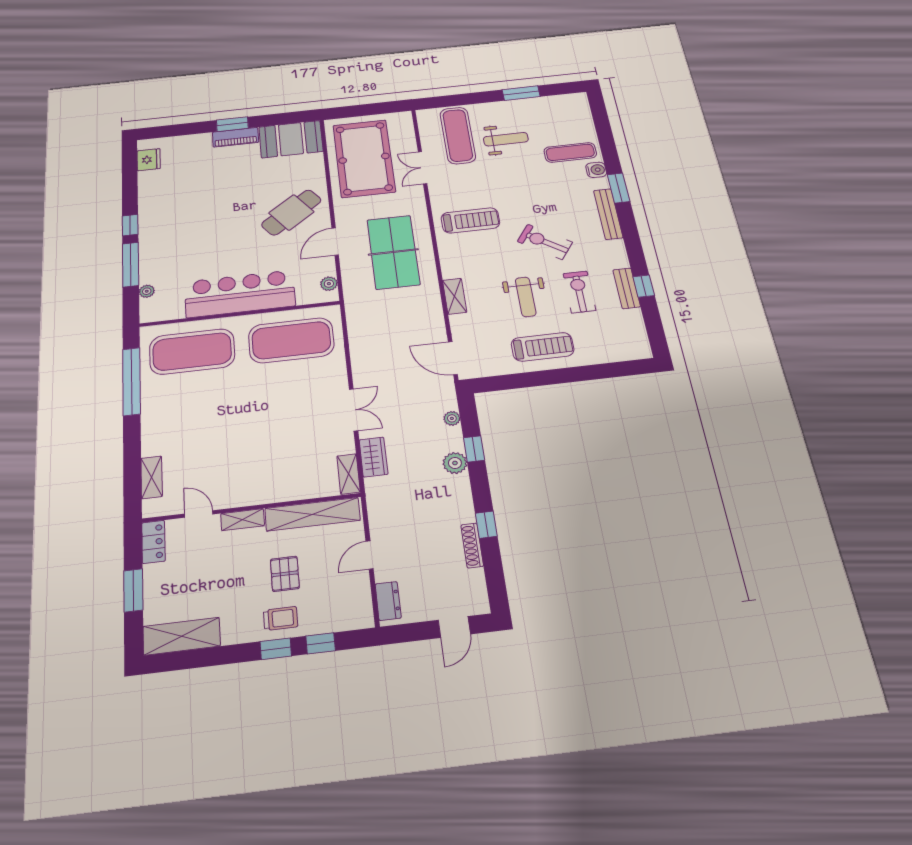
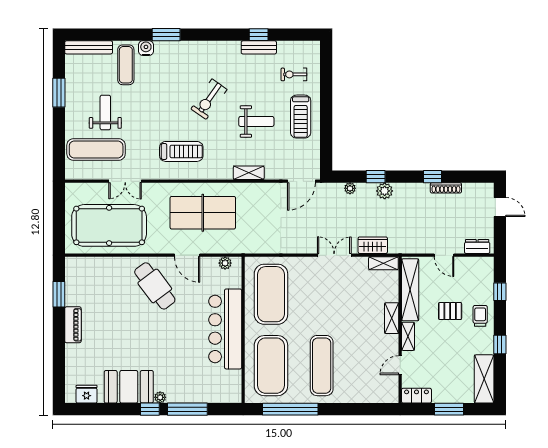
window: (232, 124) -> (59, 294), moved
booth: (291, 139) -> (129, 387), moved, turned 90
bench: (608, 214) -> (89, 47), moved
treadmill: (470, 220) -> (181, 151), turned 90
plant: (147, 291) -> (160, 397), moved
exercise bike: (579, 292) -> (294, 74), moved, width x0.73, depth x0.72
treadmill: (543, 347) -> (301, 117), turned 180
exercise mat: (194, 412) -> (322, 366), added
shelving: (152, 477) -> (392, 318), moved, turned 90
window: (276, 649) -> (500, 345), moved

